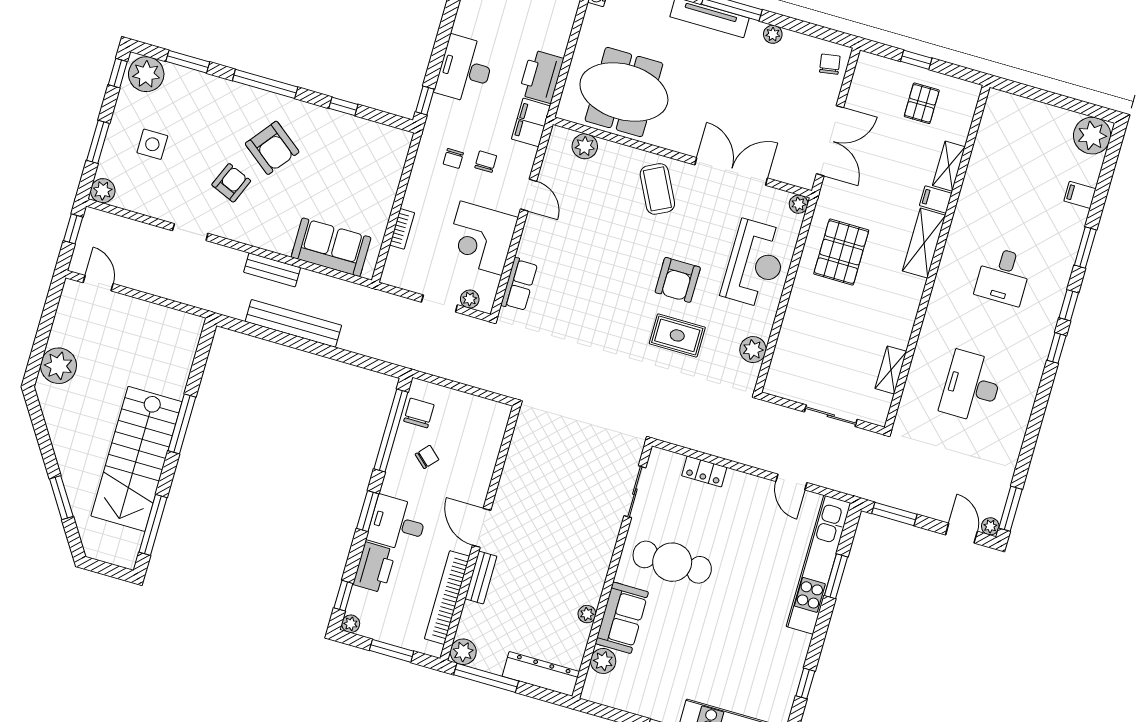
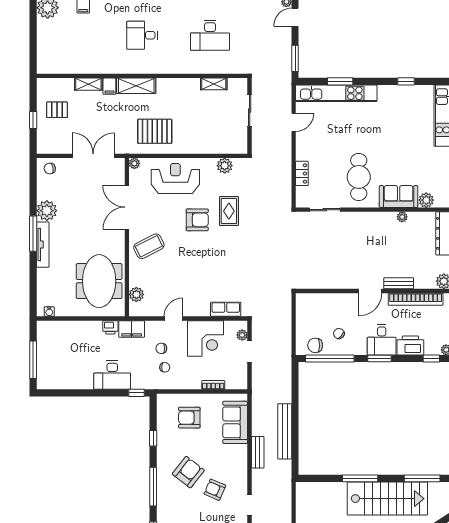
plant: (773, 34) -> (47, 211), width x1.88, depth x1.88
printer: (541, 77) -> (110, 327), width x0.53, depth x0.68
armchair: (360, 175) -> (189, 418), added
desk: (1003, 276) -> (142, 35), turned 180

